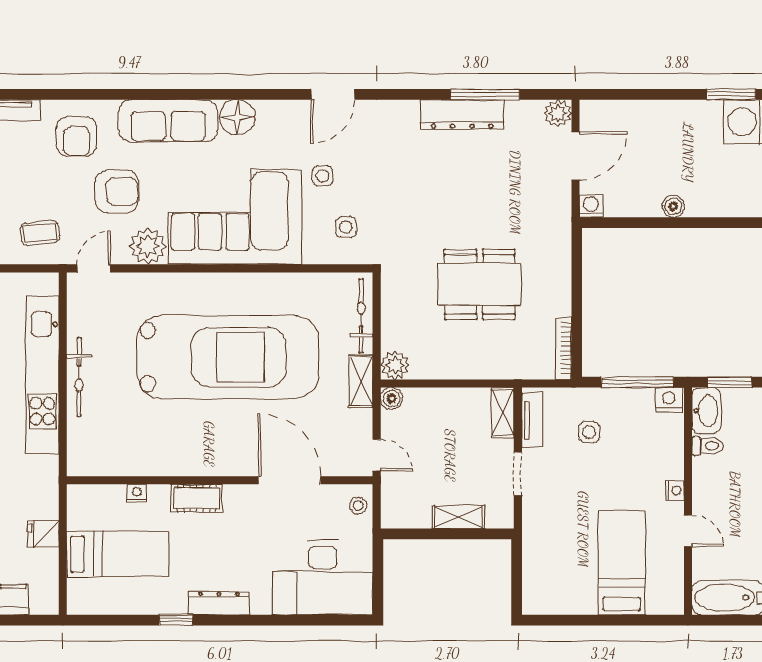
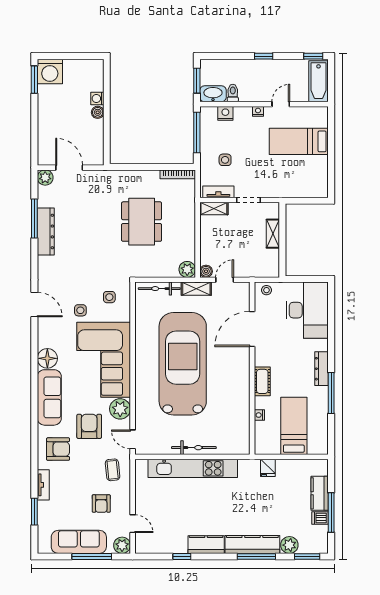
washing machine: (591, 206) -> (97, 99), moved
nightstand: (669, 400) -> (225, 113), moved, turned 90
door: (377, 455) -> (225, 280), moved
fridge: (43, 534) -> (268, 468), moved
window: (176, 620) -> (331, 393), width x2.17

